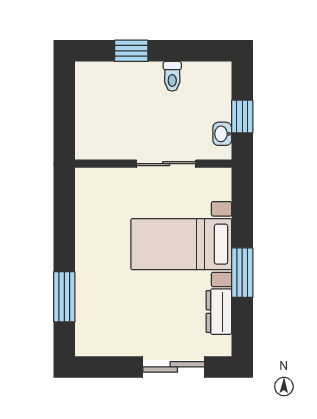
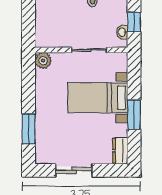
plant: (89, 182) -> (43, 61), added
dresser: (219, 312) -> (120, 151), moved
sliding door: (174, 367) -> (74, 170), moved

